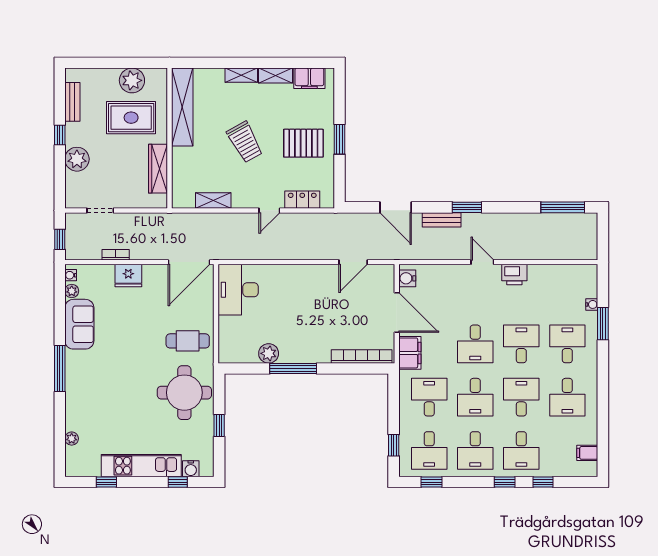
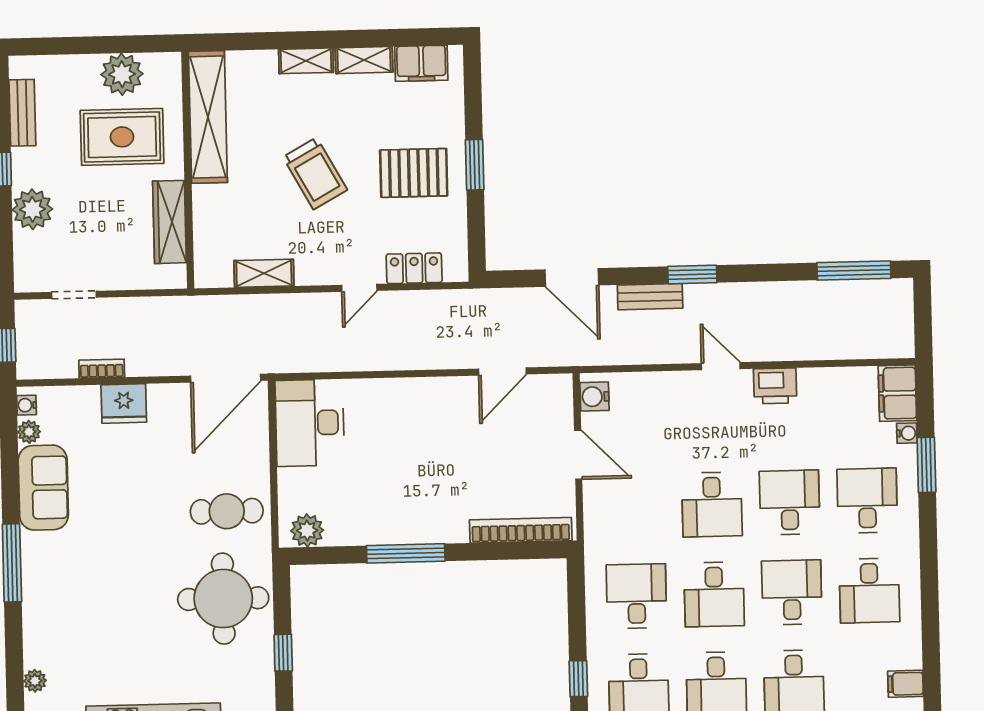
door: (397, 313) -> (578, 455), width x0.73
plant: (269, 353) -> (307, 530), moved
filing cabinet: (410, 353) -> (897, 393), moved, turned 180

